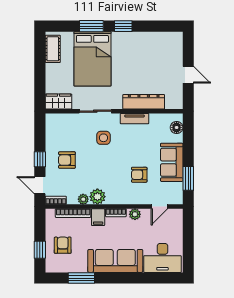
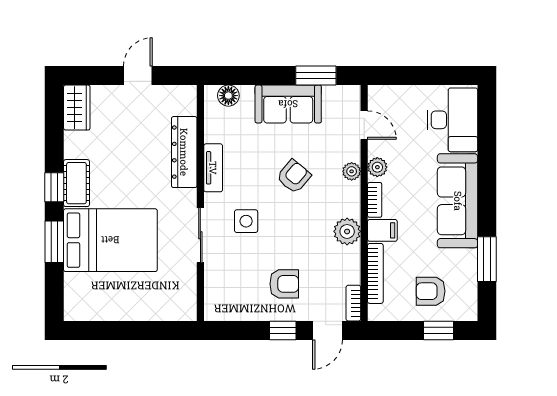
cot: (53, 49) -> (76, 183), moved, turned 90
wardrobe: (58, 102) -> (77, 108), moved, turned 180
armchair: (67, 160) -> (284, 284), turned -90
armchair: (139, 175) -> (294, 176), moved, turned -140
plant: (83, 199) -> (352, 171), moved

